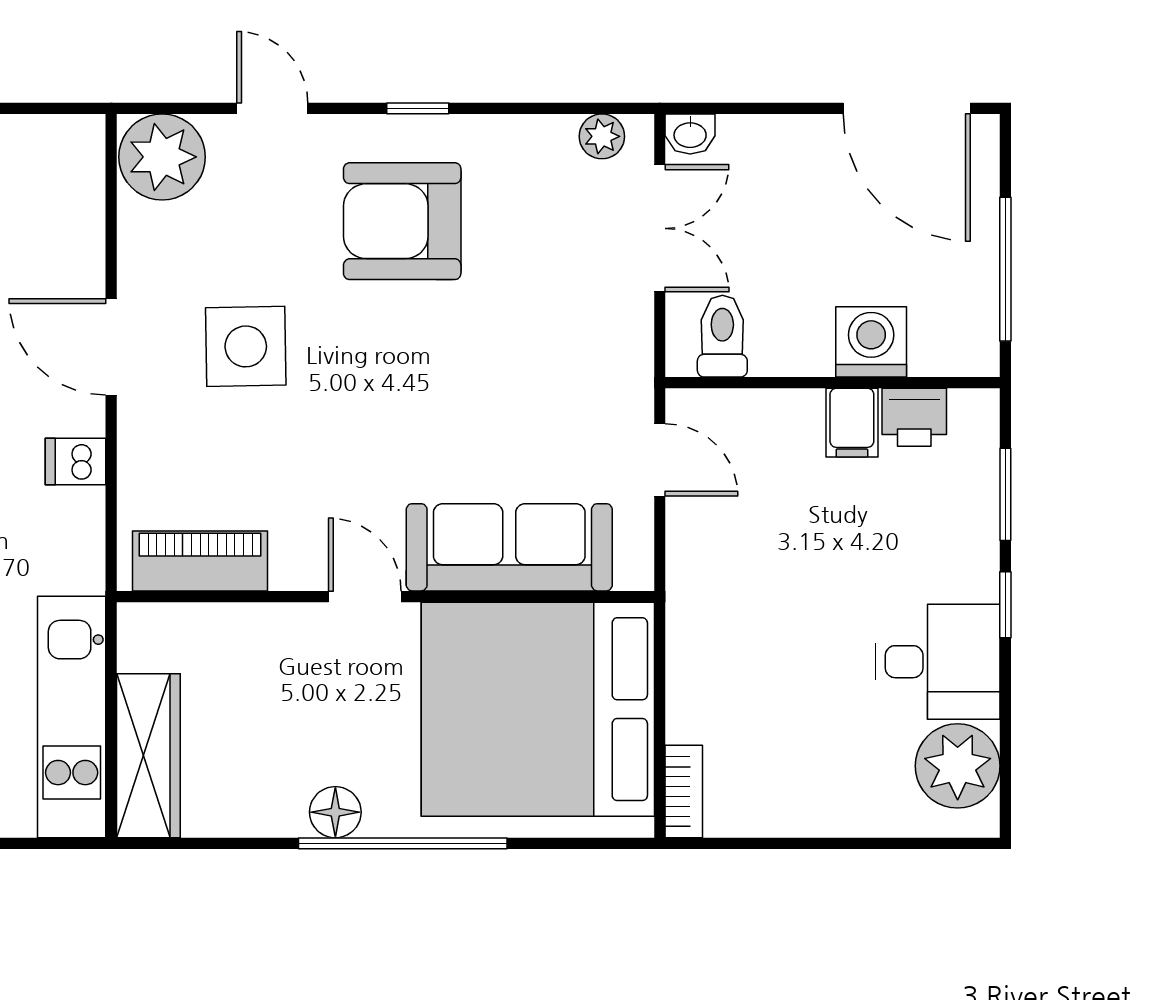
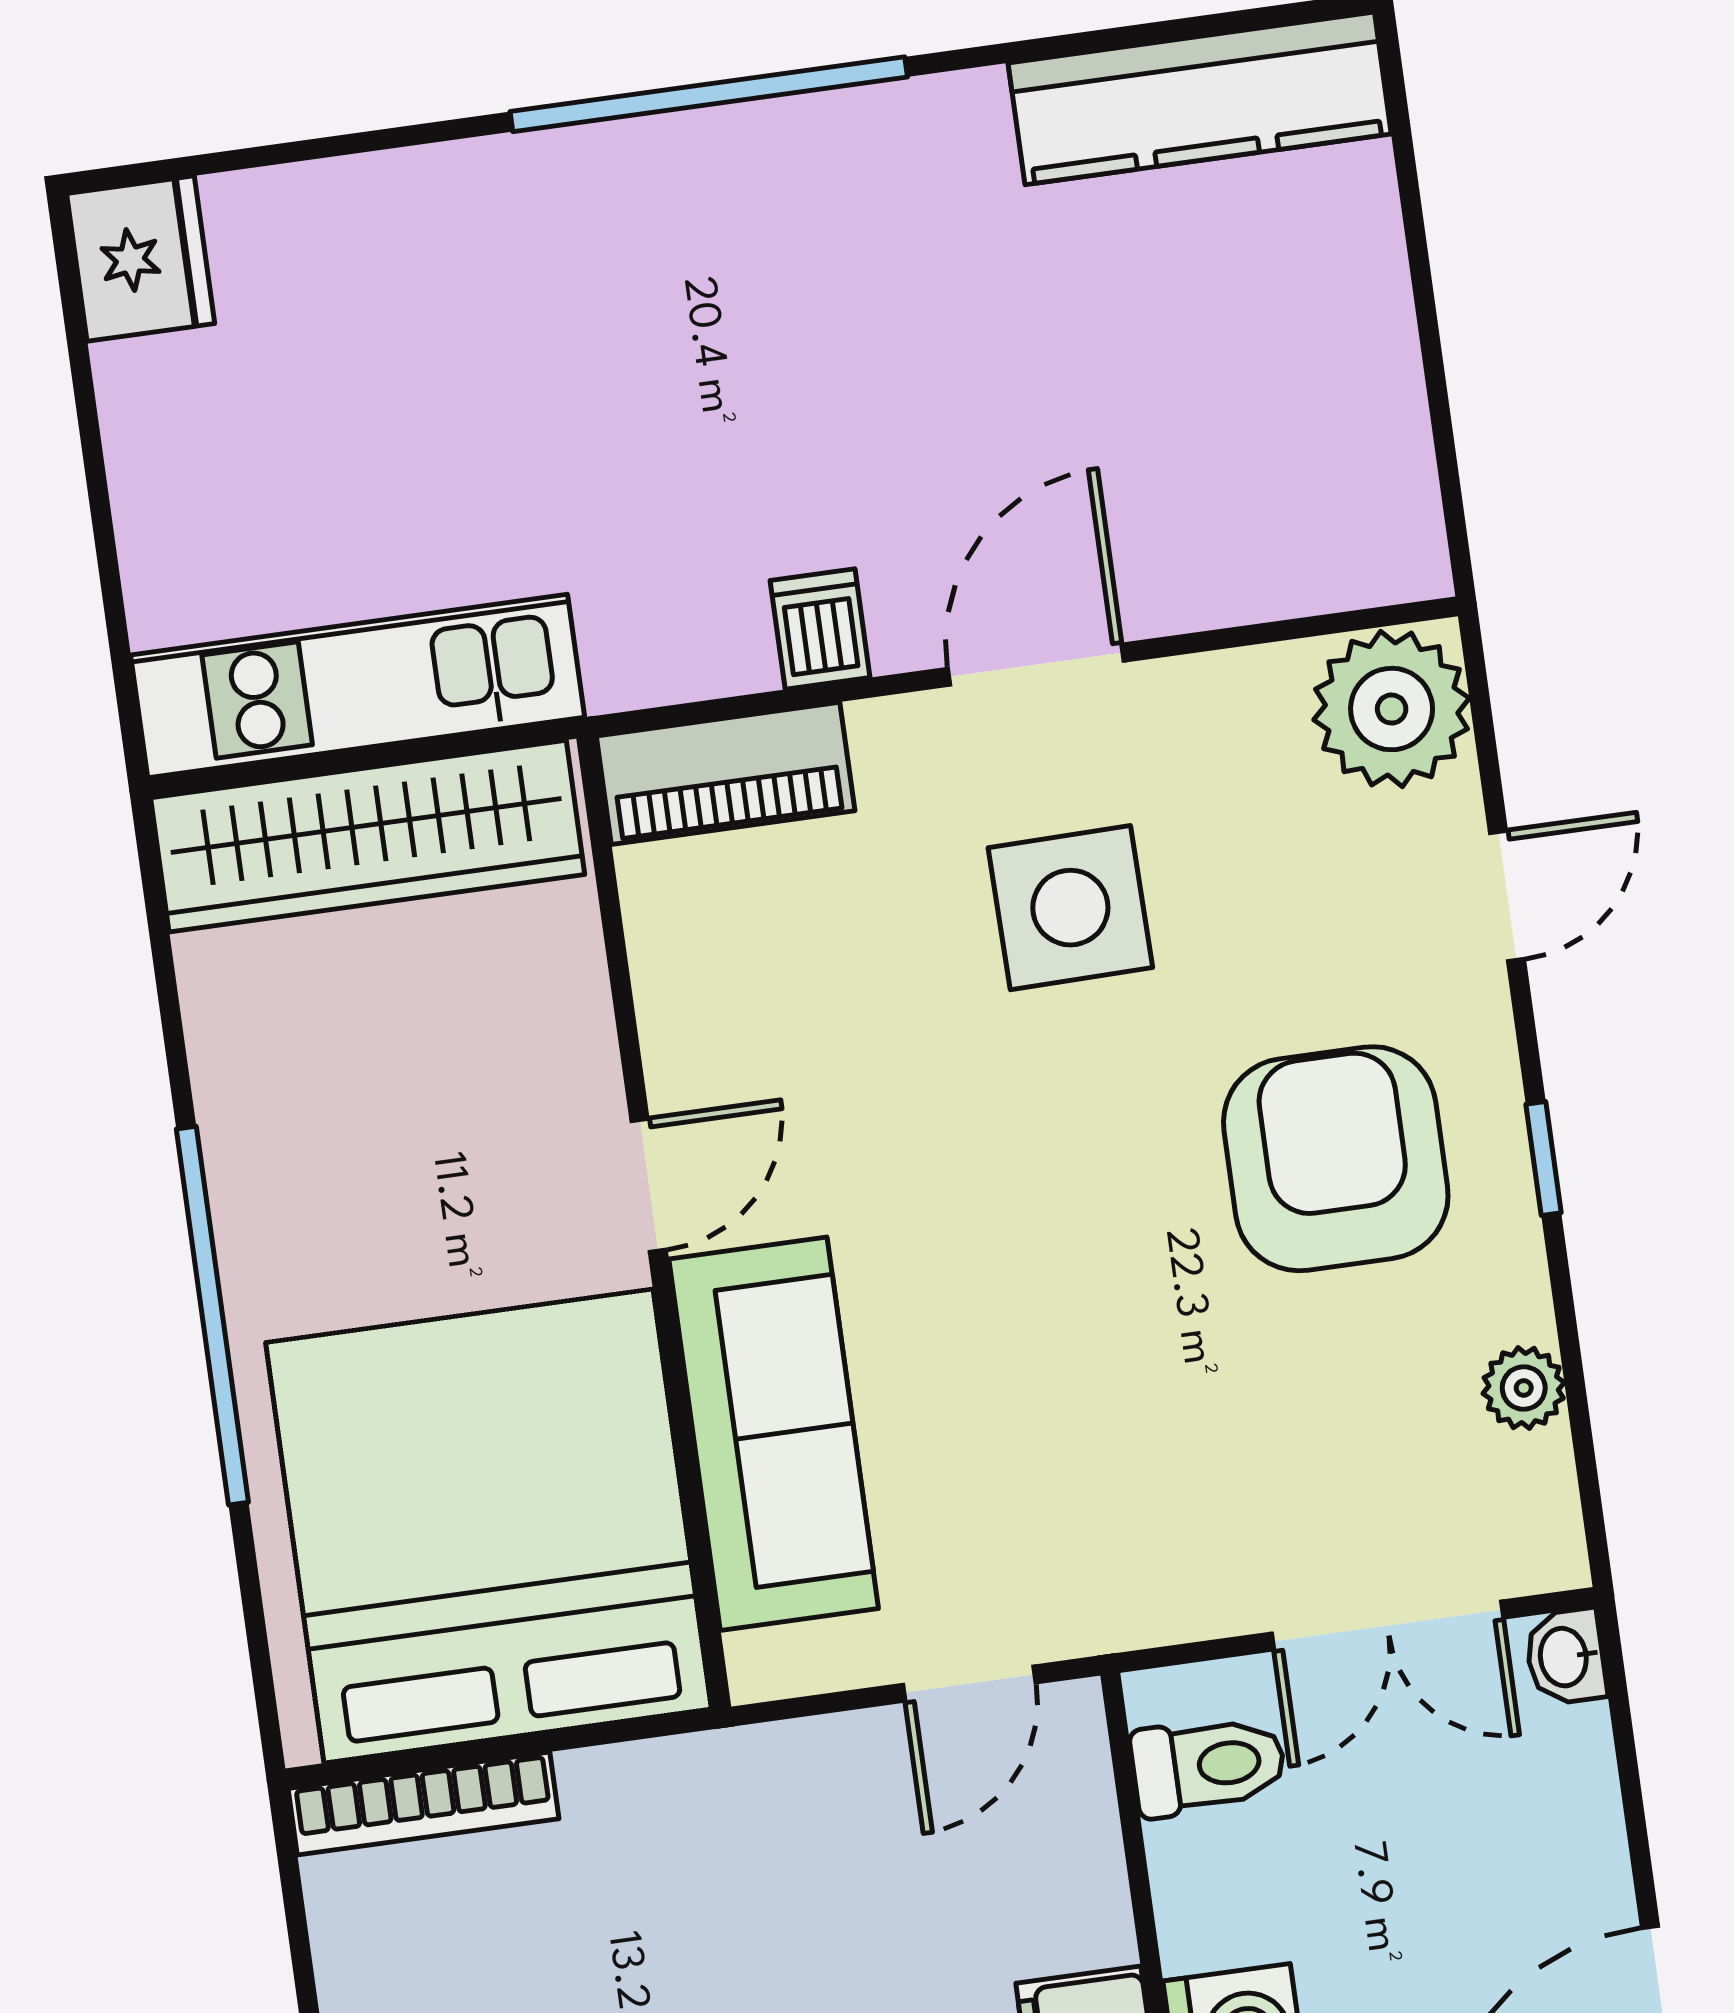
plant: (602, 136) -> (1524, 1388), moved
piano: (200, 561) -> (726, 773), moved, turned 90
wardrobe: (148, 756) -> (368, 836), width x1.40, depth x1.17
bookcase: (684, 792) -> (423, 1804), width x1.56
floor lamp: (335, 812) -> (252, 1186), removed

